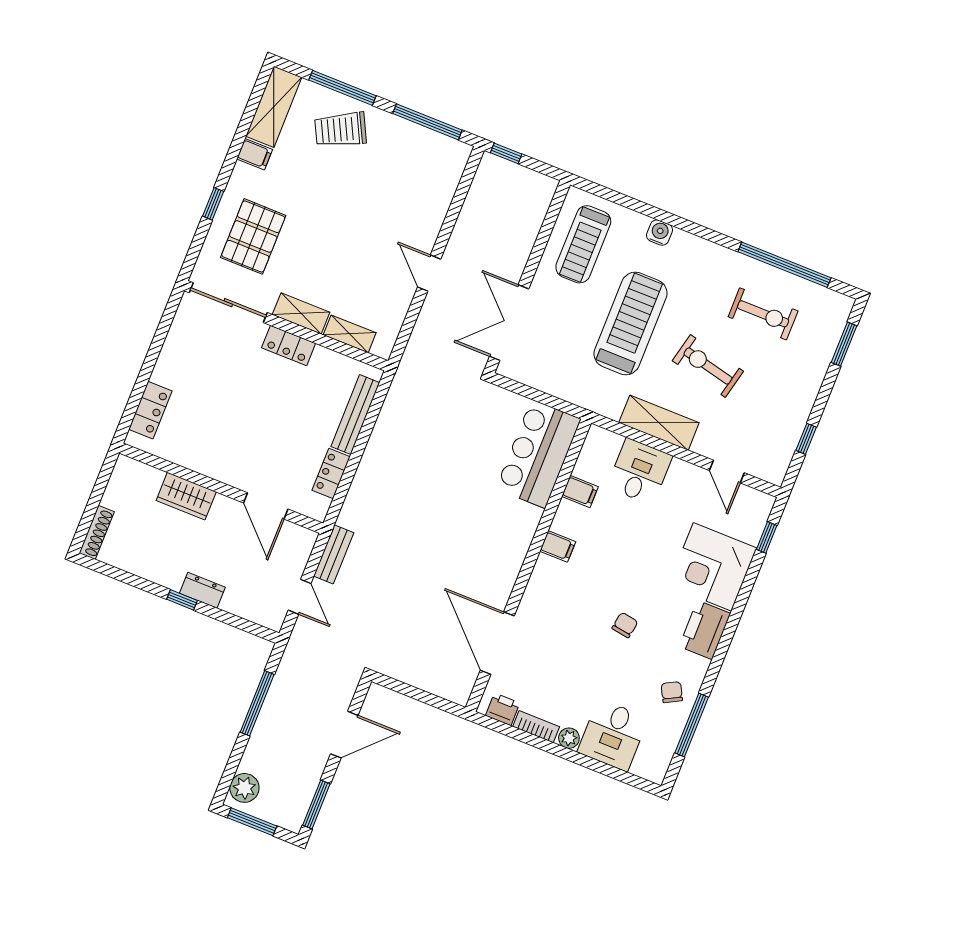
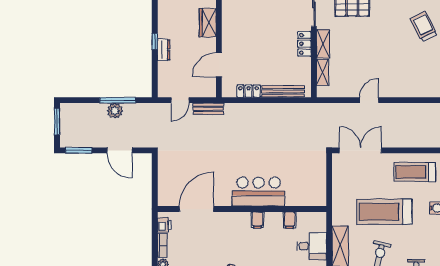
treadmill: (631, 324) -> (384, 212), turned 180
bar counter: (538, 454) -> (259, 192), moved
plant: (244, 788) -> (115, 111), moved

